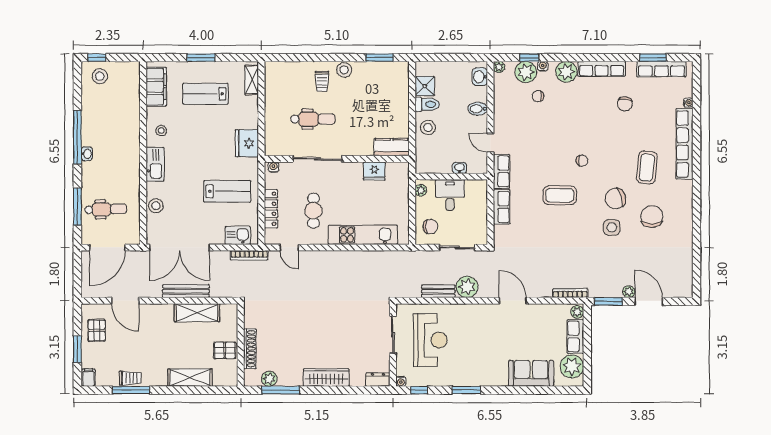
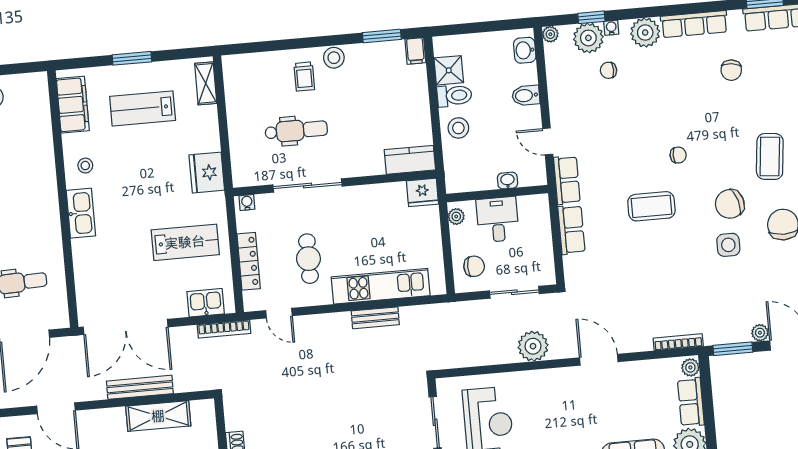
filing cabinet: (402, 70) -> (415, 51), added
fridge: (374, 171) -> (422, 192), moved
stool: (156, 206) -> (87, 271), removed
bench: (438, 291) -> (375, 318), moved

